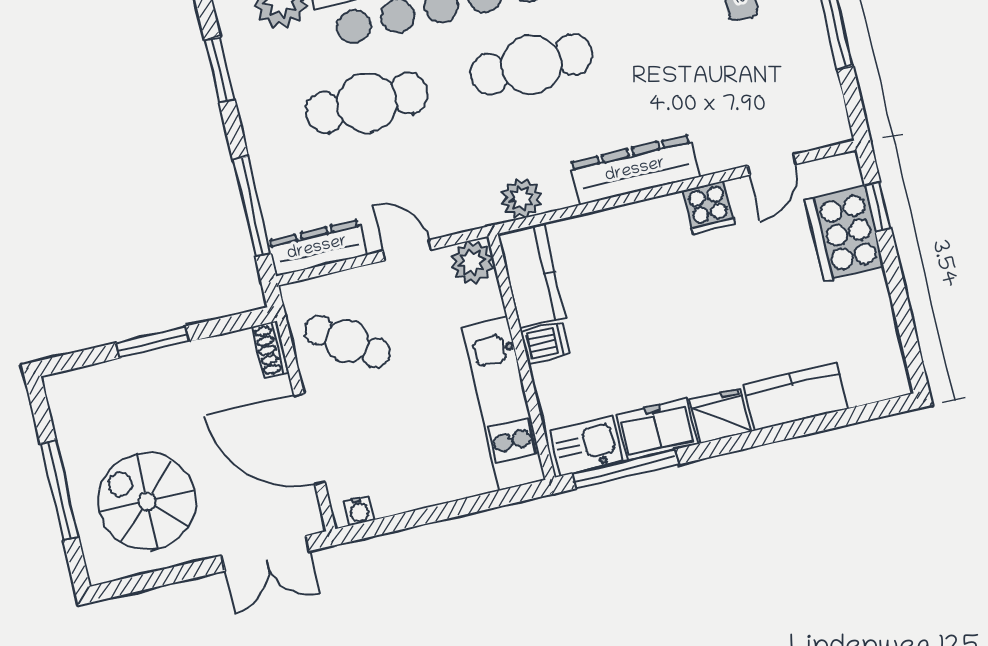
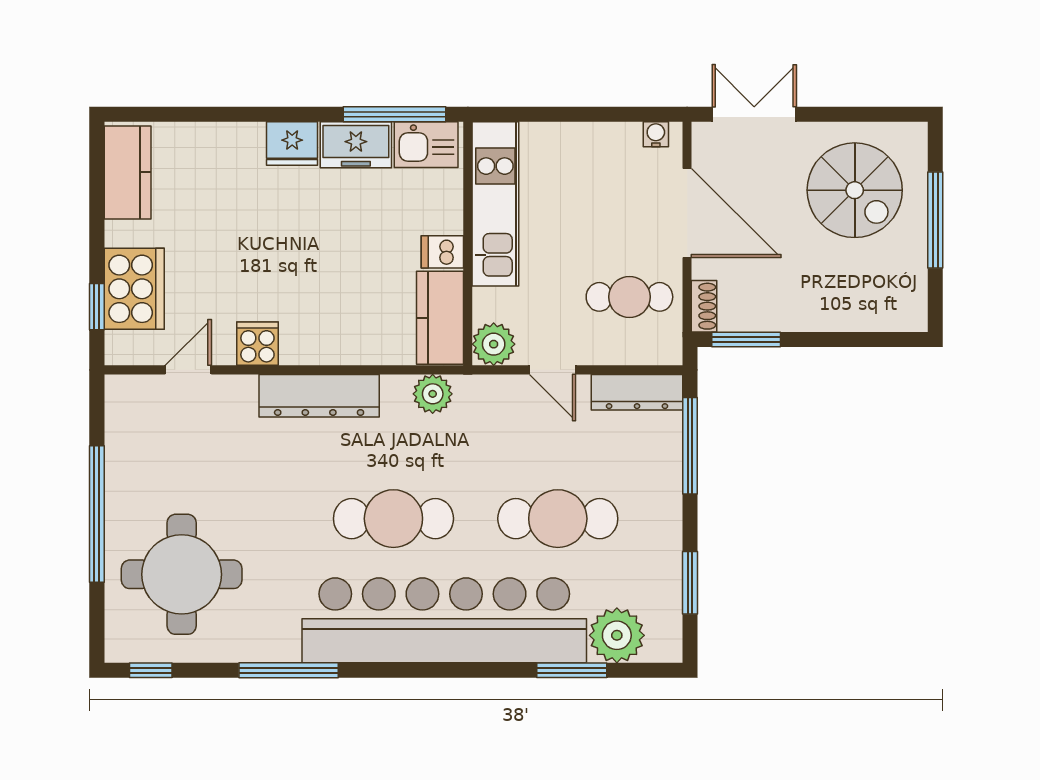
cafe table: (347, 341) -> (629, 297), turned -35
window: (152, 342) -> (746, 339), moved
kitchen counter: (795, 397) -> (128, 172), moved, turned -90

